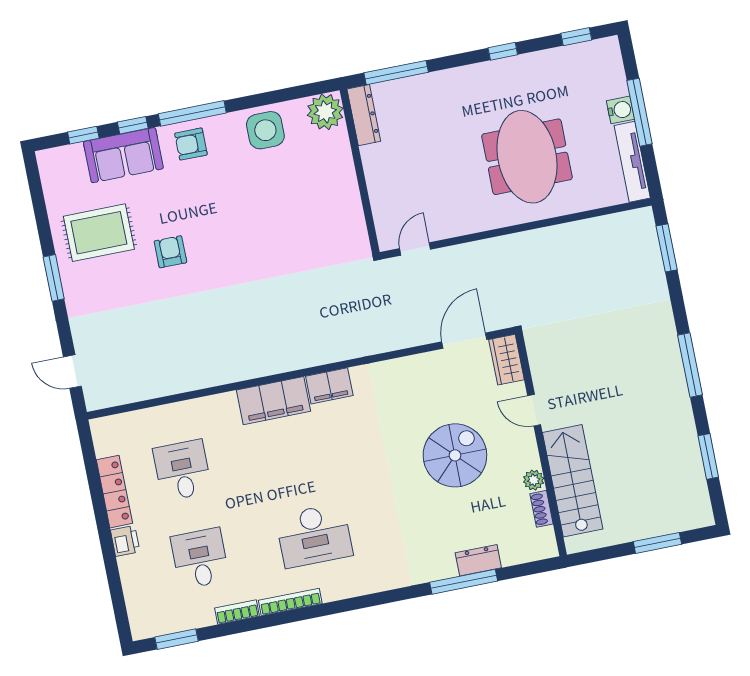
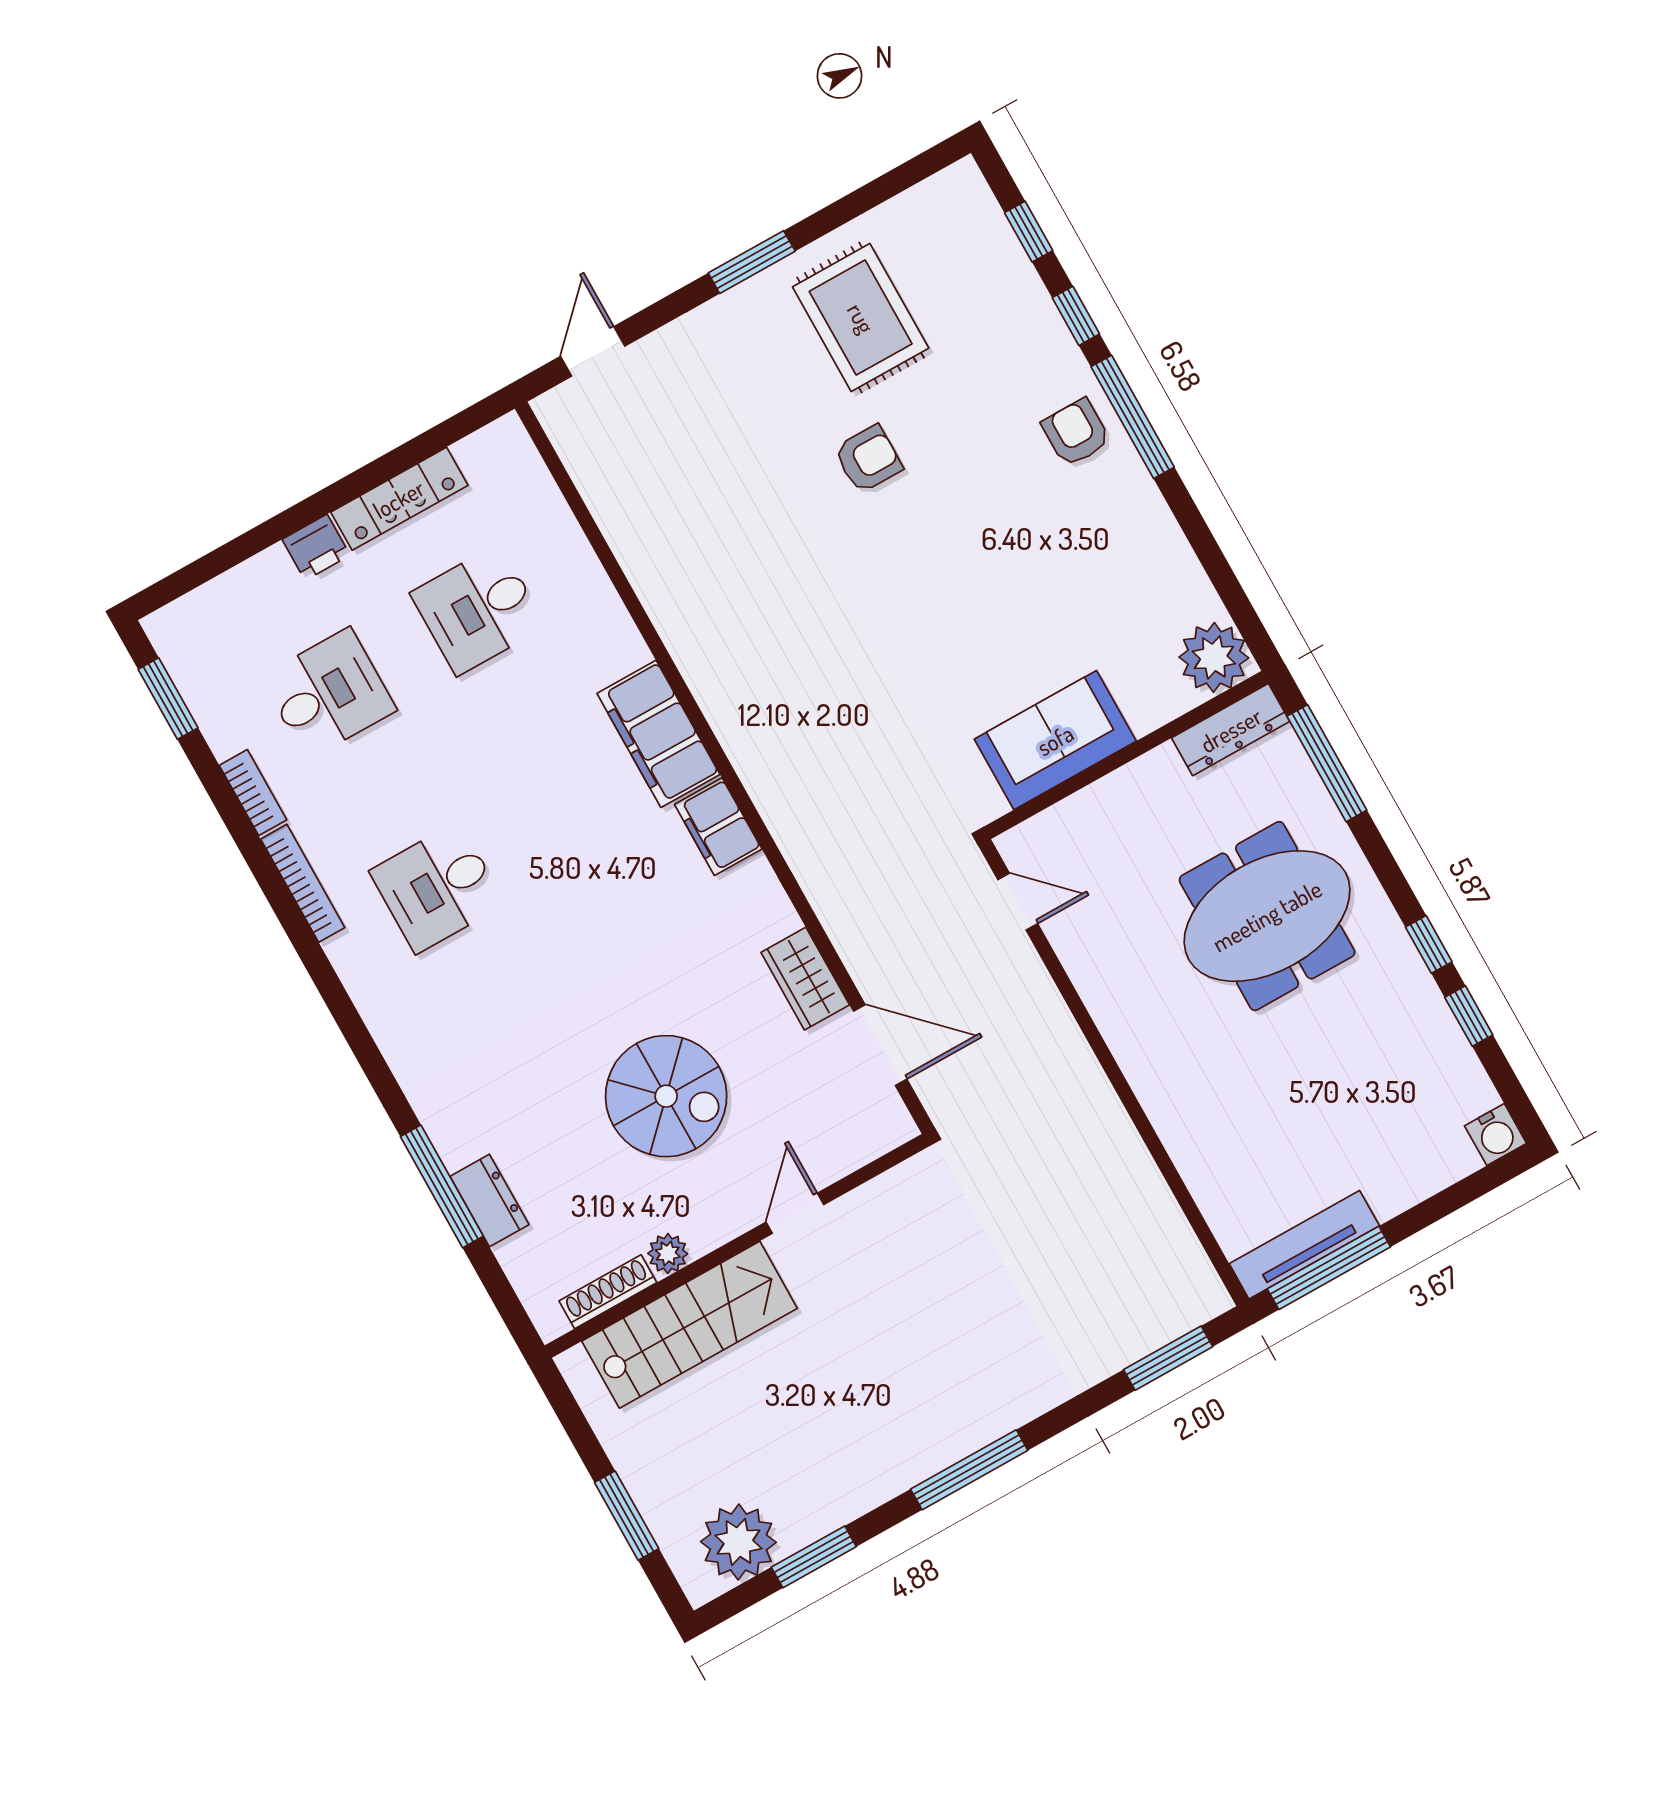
window: (576, 37) -> (1469, 1016), moved
water cooler: (620, 110) -> (1496, 1135), moved
window: (639, 112) -> (1329, 1268), moved
side table: (265, 130) -> (1145, 560), removed
sofa: (123, 155) -> (1055, 740), moved, turned 90
meeting table: (527, 157) -> (1267, 916), moved
wardrobe: (506, 360) -> (805, 979), moved, turned -90
desk: (182, 470) -> (478, 610), turned 180
plant: (689, 492) -> (738, 1542), added
shoe rack: (542, 509) -> (608, 1292), width x1.43
desk: (314, 536) -> (437, 888), width x0.73

